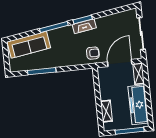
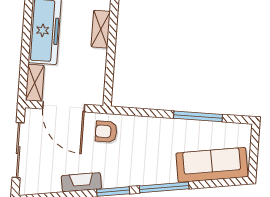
fireplace: (84, 26) -> (81, 182), moved
door: (120, 63) -> (64, 107), hinge flipped

